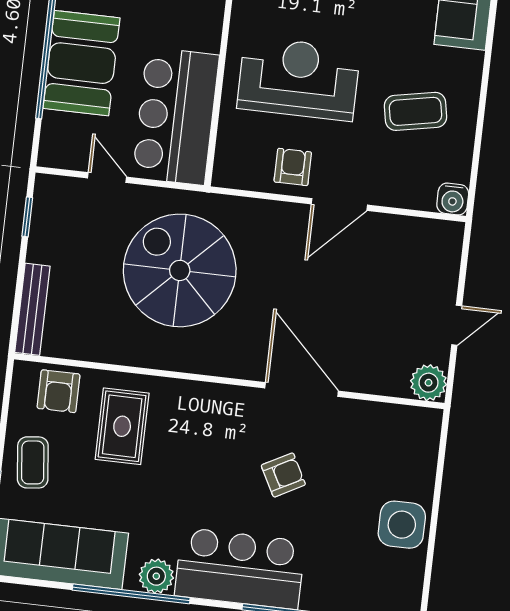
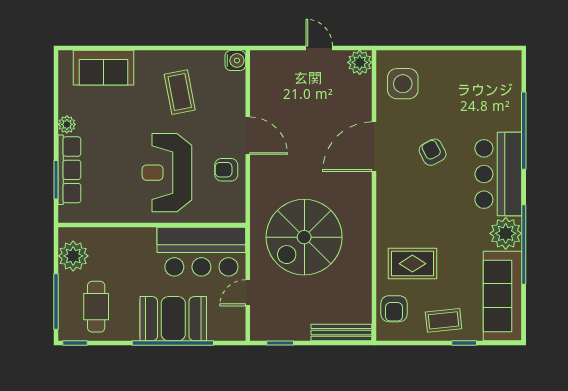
armchair: (59, 391) -> (394, 309), turned 90
side table: (402, 525) -> (403, 84), moved
plant: (156, 576) -> (506, 233), width x1.36, depth x1.36

